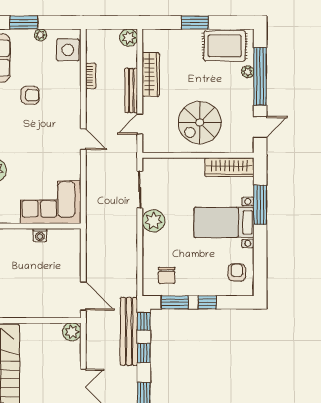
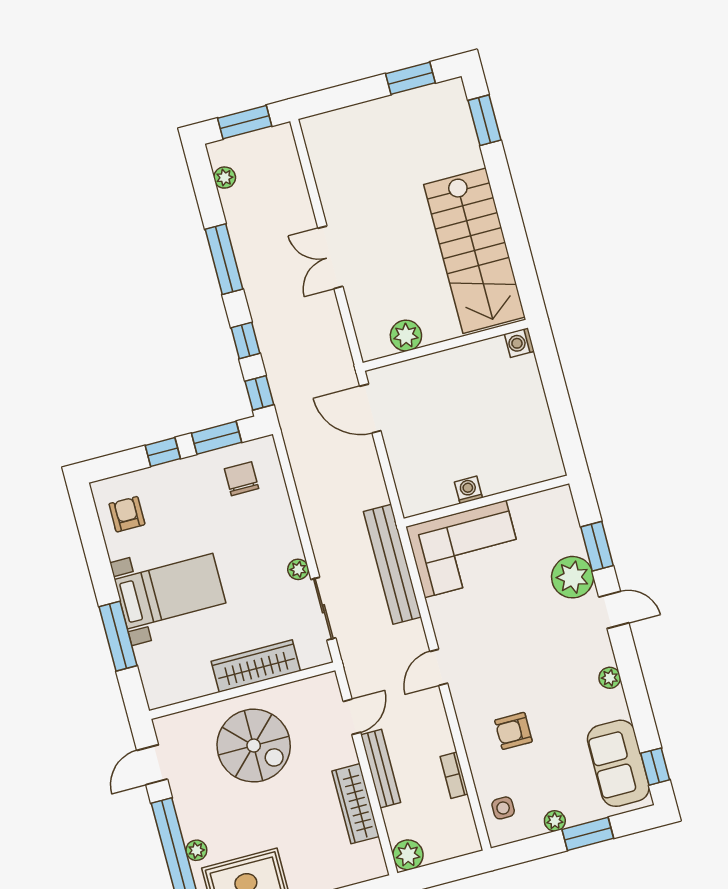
side table: (68, 50) -> (503, 808), width x0.54, depth x0.54
armchair: (30, 95) -> (513, 731), moved
spiral stairs: (200, 123) -> (254, 746), turned 90
door: (83, 139) -> (439, 667), hinge flipped
wardrobe: (229, 167) -> (256, 666), moved
plant: (153, 221) -> (298, 569), width x0.53, depth x0.53
armchair: (237, 272) -> (127, 514), turned 180
bench: (129, 331) -> (392, 564), moved
plant: (72, 332) -> (406, 336), moved

